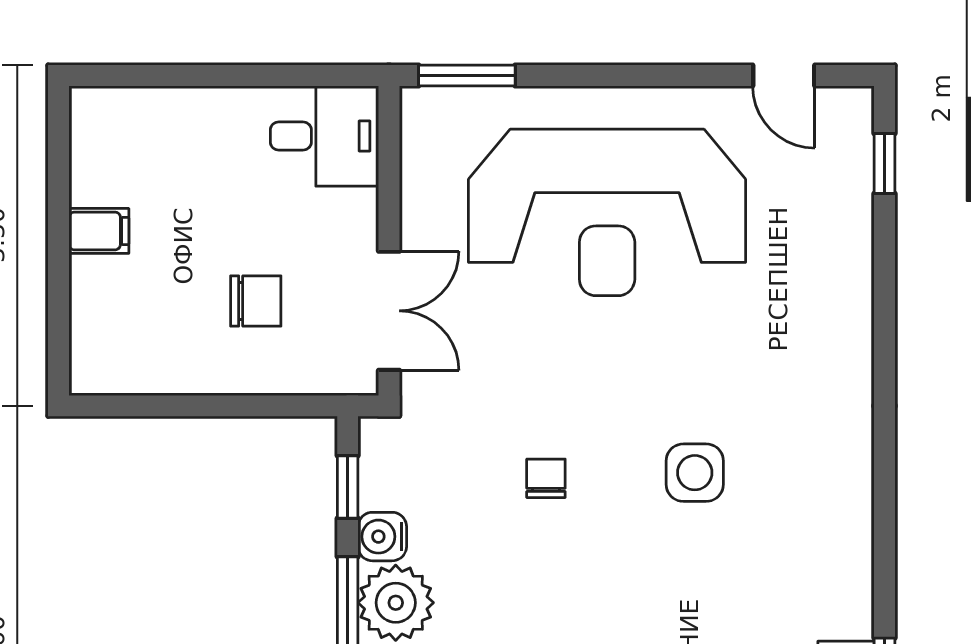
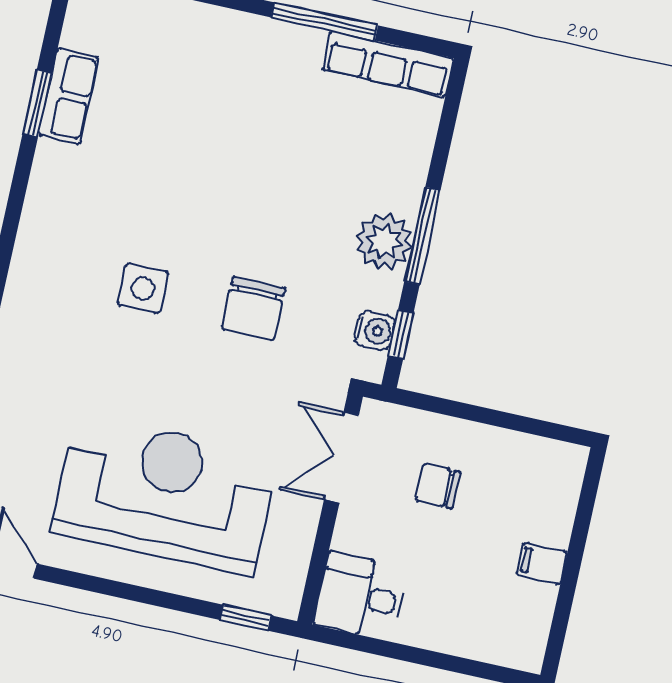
window: (467, 75) -> (246, 618), width x0.67
chair: (546, 478) -> (253, 308), width x1.87, depth x1.87
water cooler: (382, 537) -> (375, 331), moved

